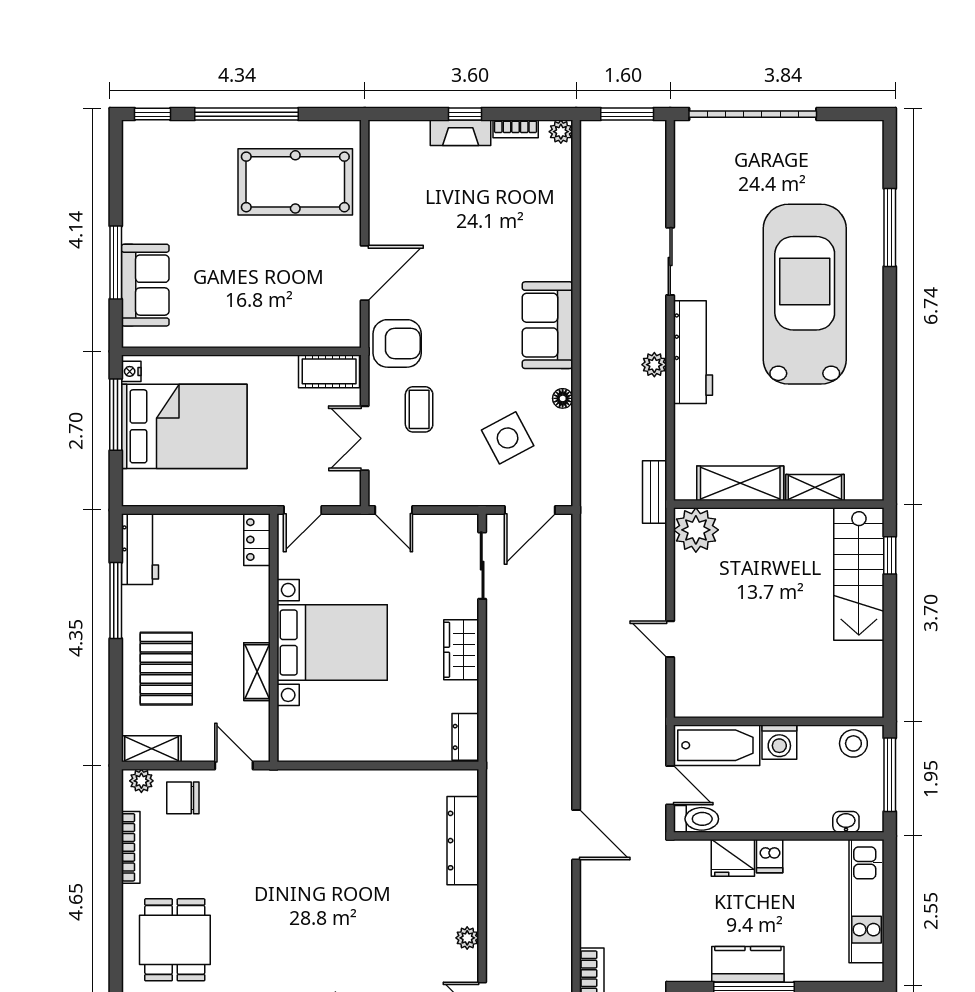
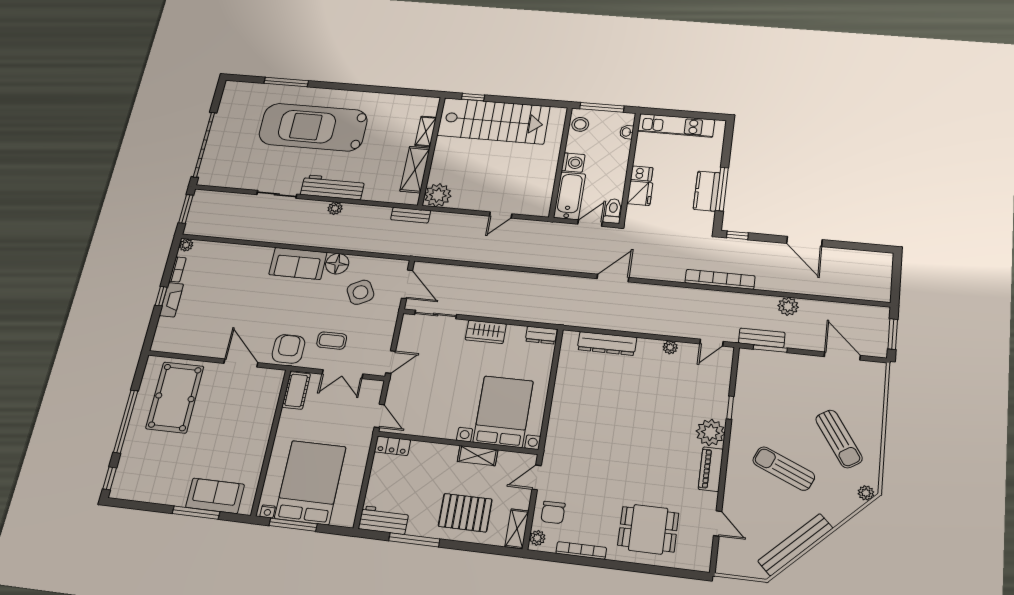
floor lamp: (563, 398) -> (337, 264), width x1.89, depth x1.89
stairs: (859, 574) -> (494, 121), width x1.36, depth x1.51
bed with nightstands: (332, 642) -> (503, 412), moved

